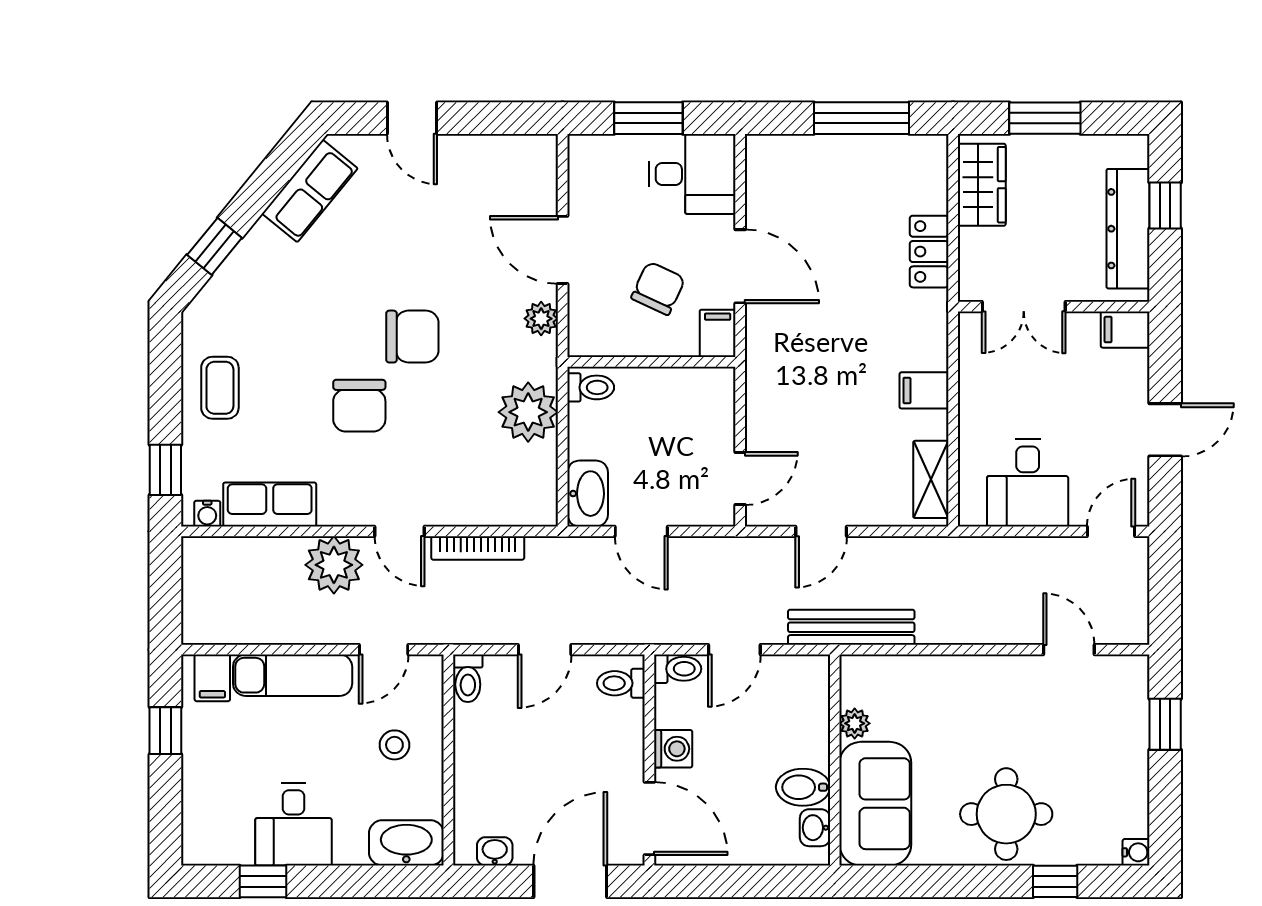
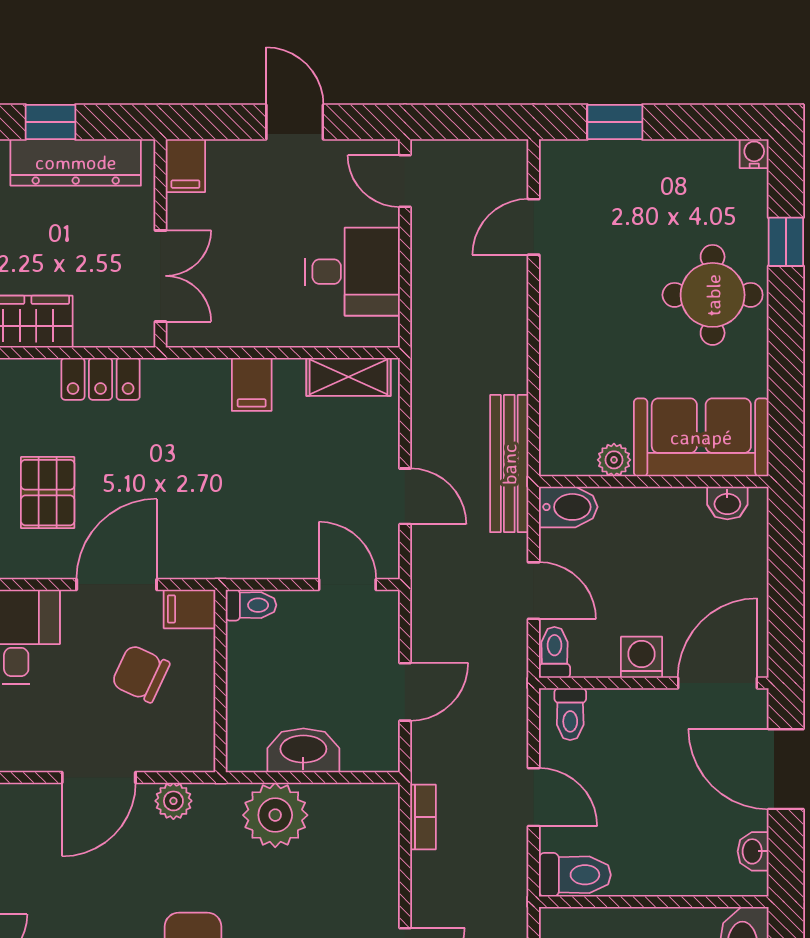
pallet: (825, 203) -> (48, 493), added
toilet: (591, 387) -> (251, 605), moved, turned 90
washbasin: (588, 494) -> (303, 750), moved
bookcase: (478, 548) -> (423, 817), moved, width x0.64
toilet: (468, 678) -> (575, 875), width x1.37, depth x1.39
bidet: (803, 787) -> (568, 507), moved, turned -90

